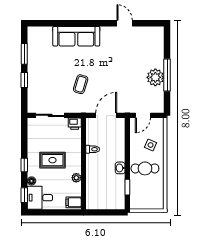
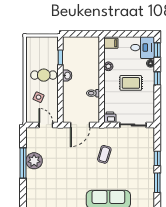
door: (143, 115) -> (46, 125), hinge flipped

